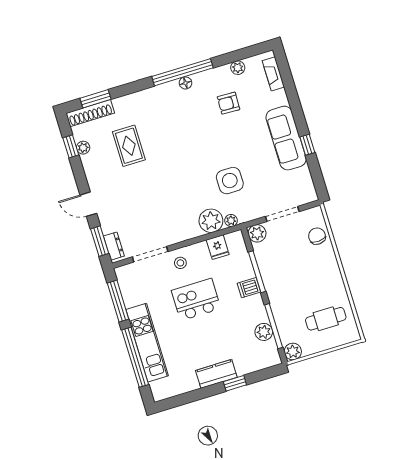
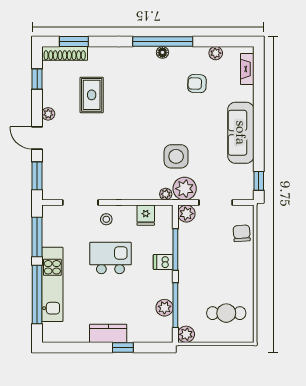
window: (307, 145) -> (259, 181), moved
plant: (83, 148) -> (48, 114), moved
plant: (211, 221) -> (185, 189), moved
dresser: (114, 246) -> (49, 184), removed

